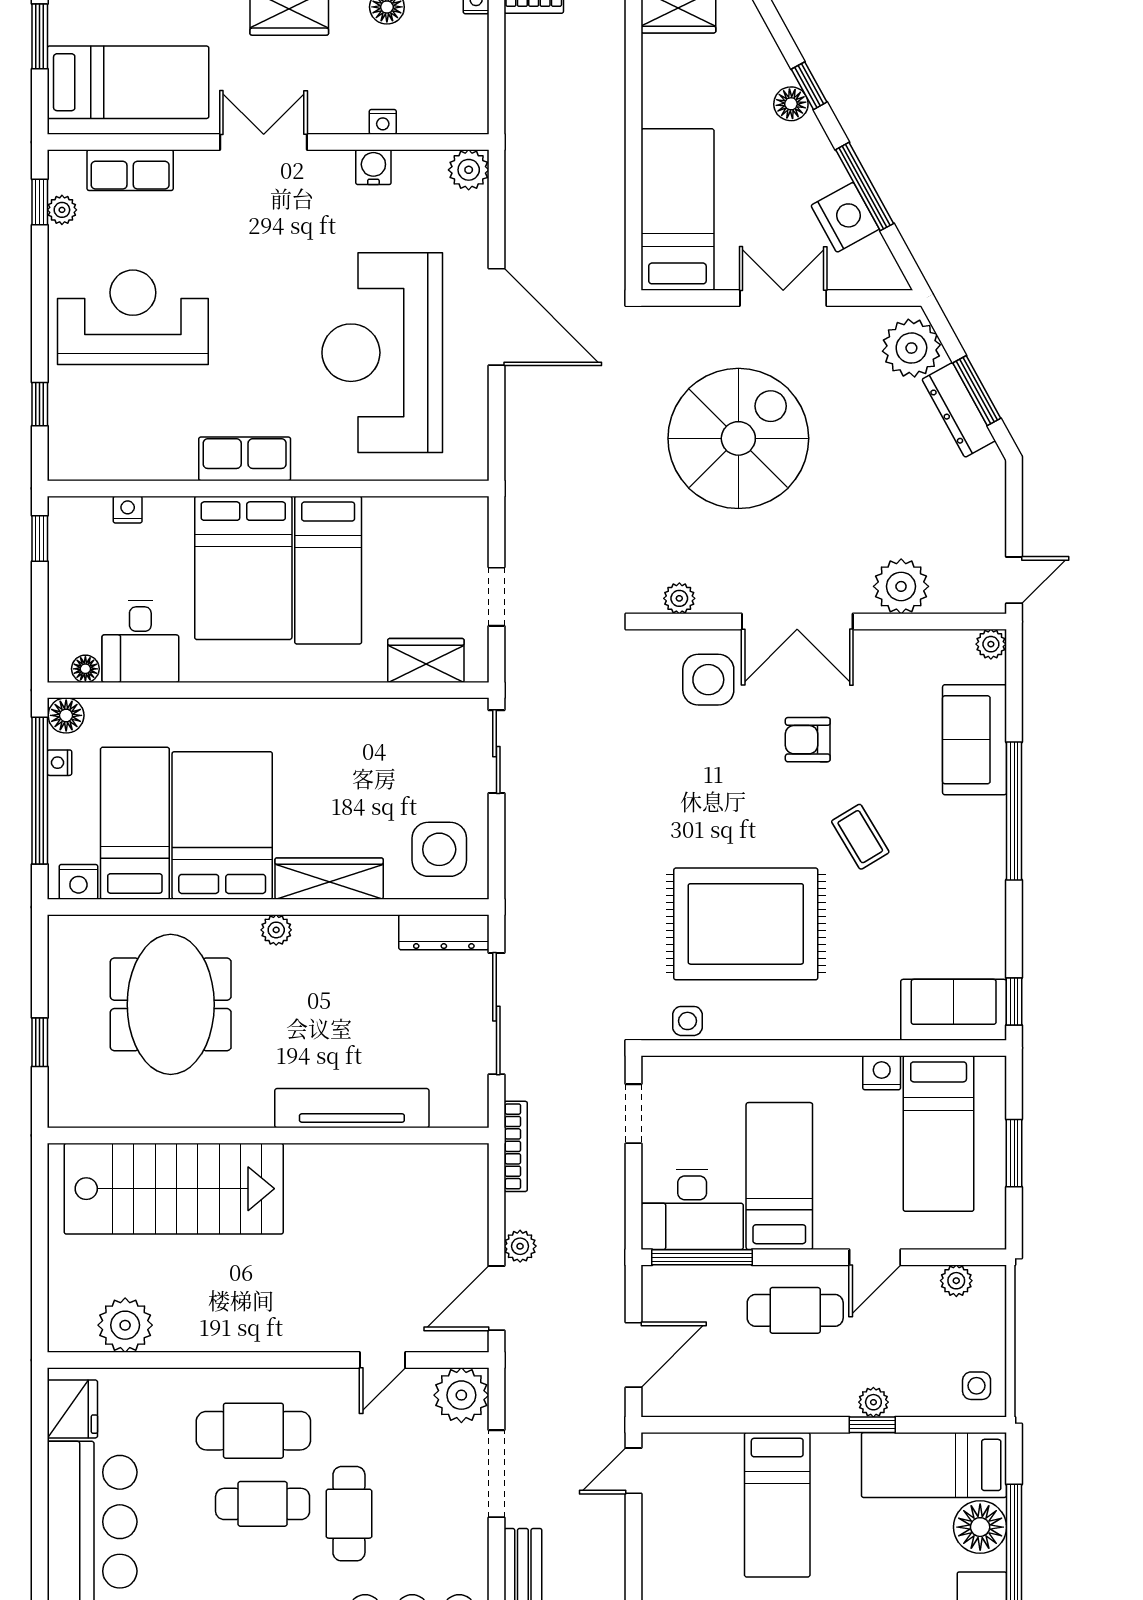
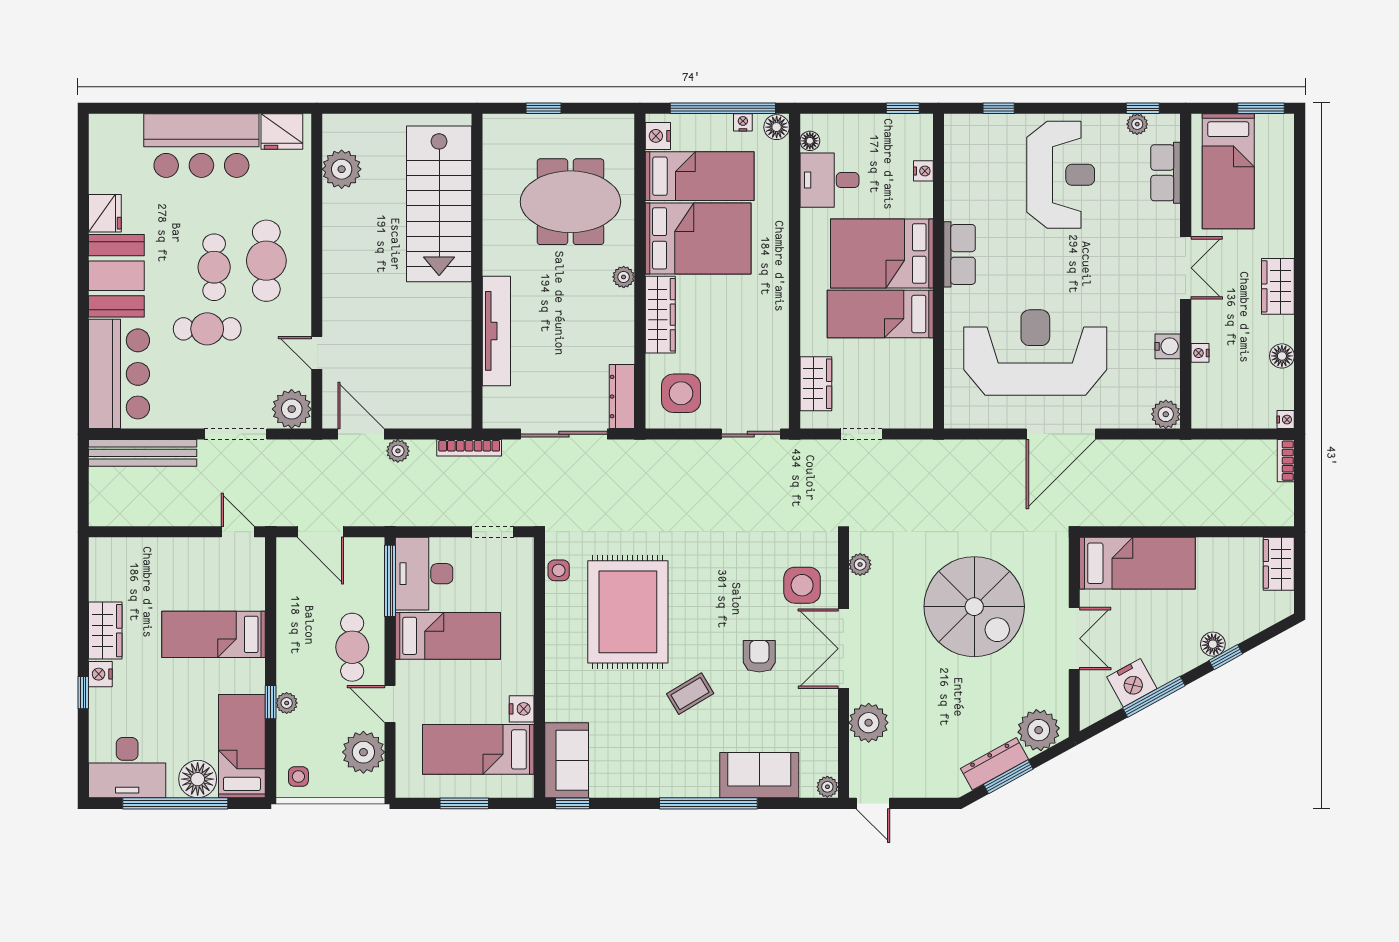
plant: (956, 1281) -> (363, 752), width x1.87, depth x1.87

